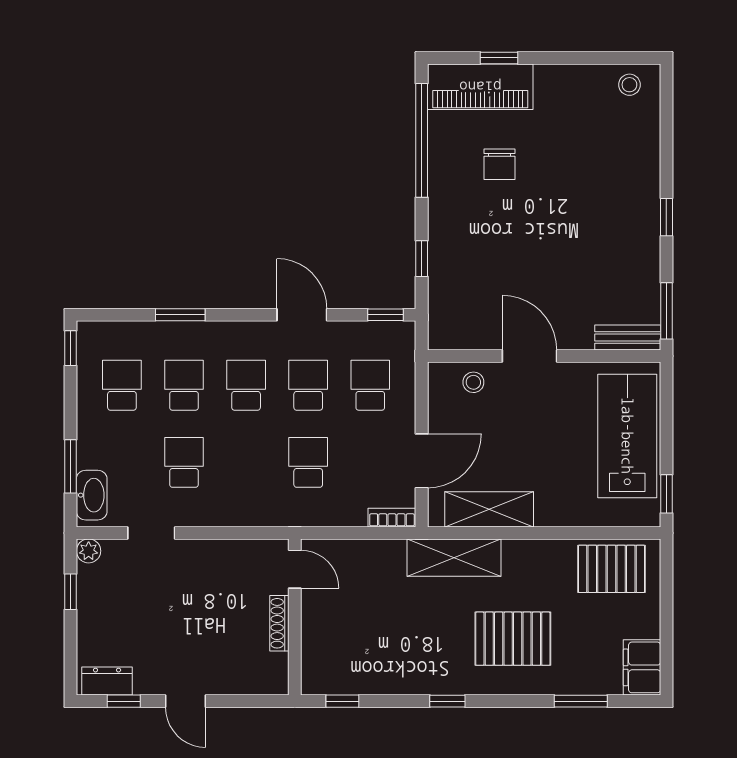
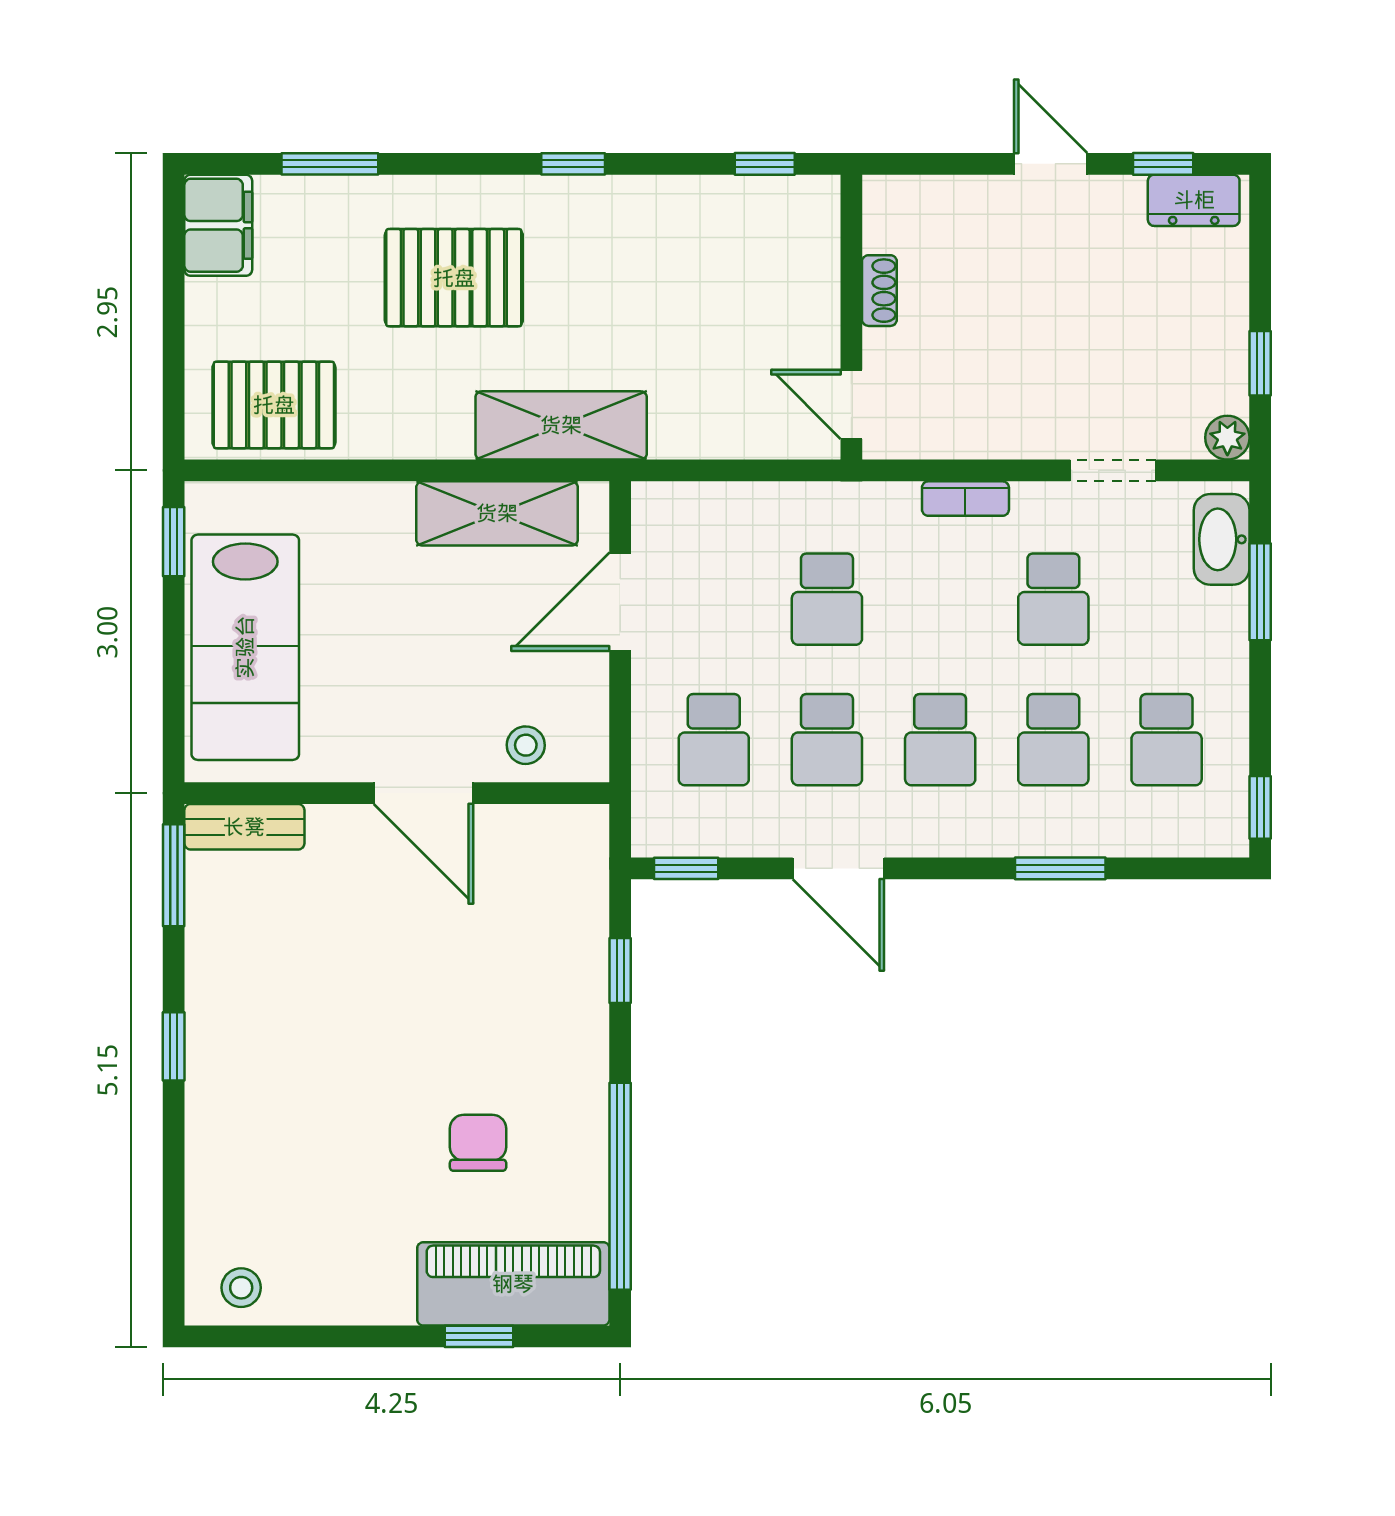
bookcase: (392, 518) -> (965, 499), moved
shoe rack: (279, 623) -> (879, 291), width x0.70

